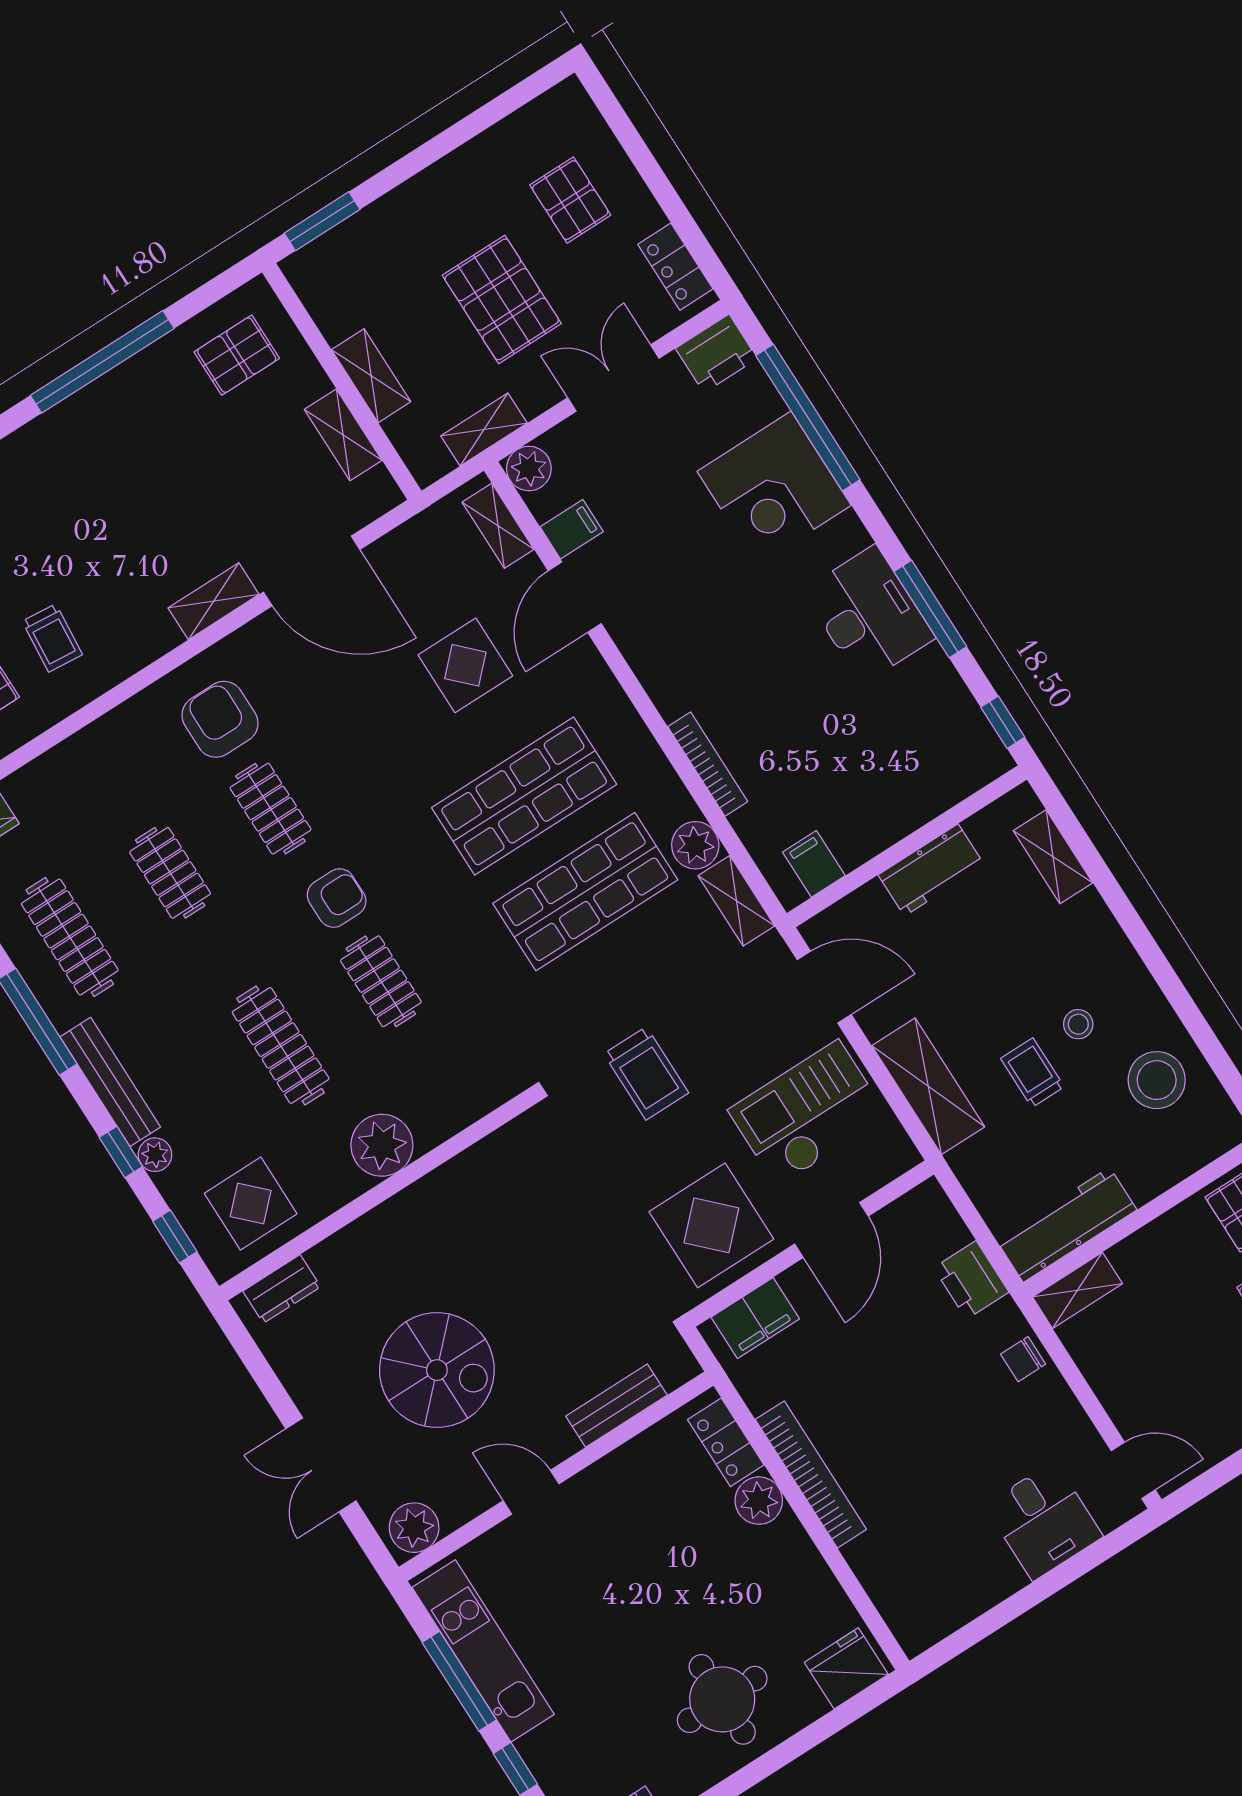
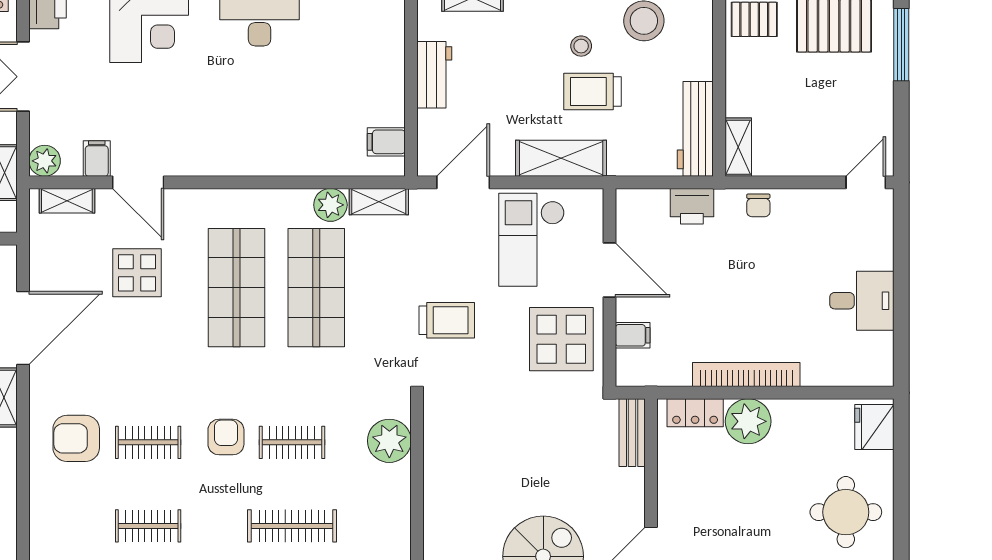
bookcase: (708, 764) -> (287, 167), removed
trolley: (1032, 1073) -> (592, 92), width x1.36, depth x1.39
plant: (382, 1145) -> (389, 441), moved
filing cabinet: (755, 1318) -> (633, 335), width x0.50
bench: (617, 1406) -> (632, 433), moved
plant: (759, 1501) -> (748, 421), width x1.36, depth x1.36
desk: (1044, 1521) -> (862, 301), moved

